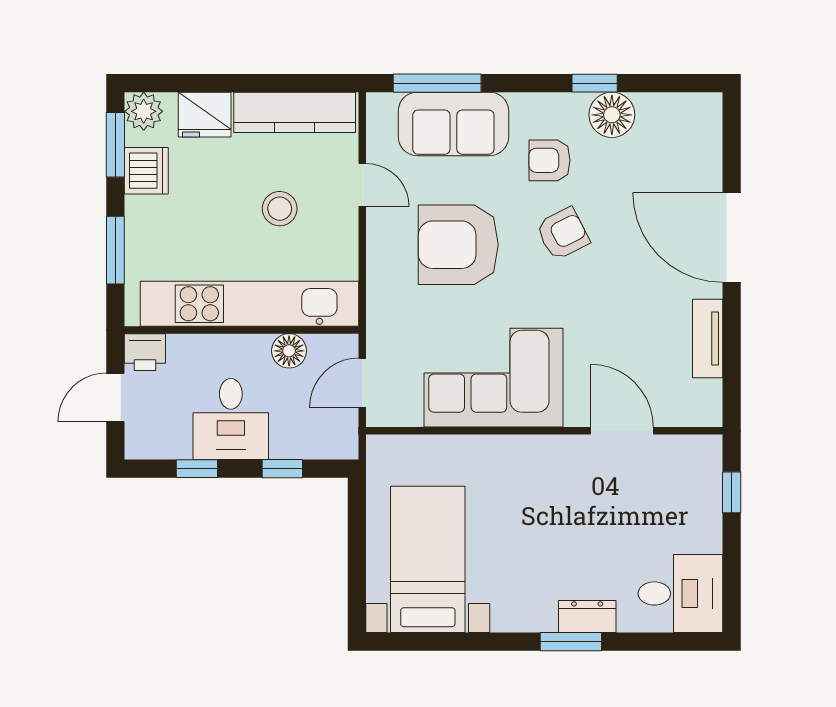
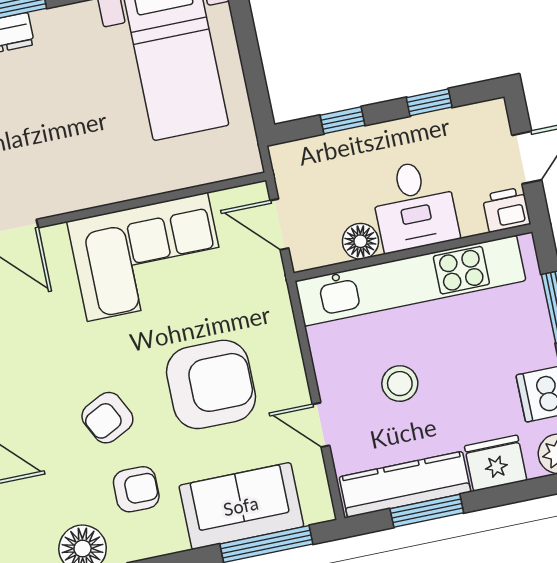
window: (279, 83) -> (427, 511), added
door: (362, 383) -> (279, 224), swing flipped
desk: (231, 419) -> (414, 205), moved, turned 180

